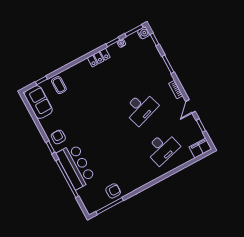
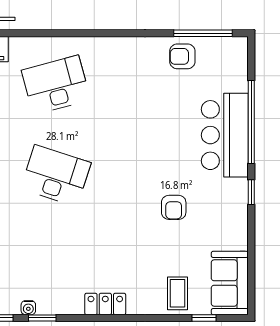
locker: (99, 58) -> (105, 304), moved
desk: (141, 108) -> (56, 176), turned 36
armchair: (58, 137) -> (174, 207), moved

